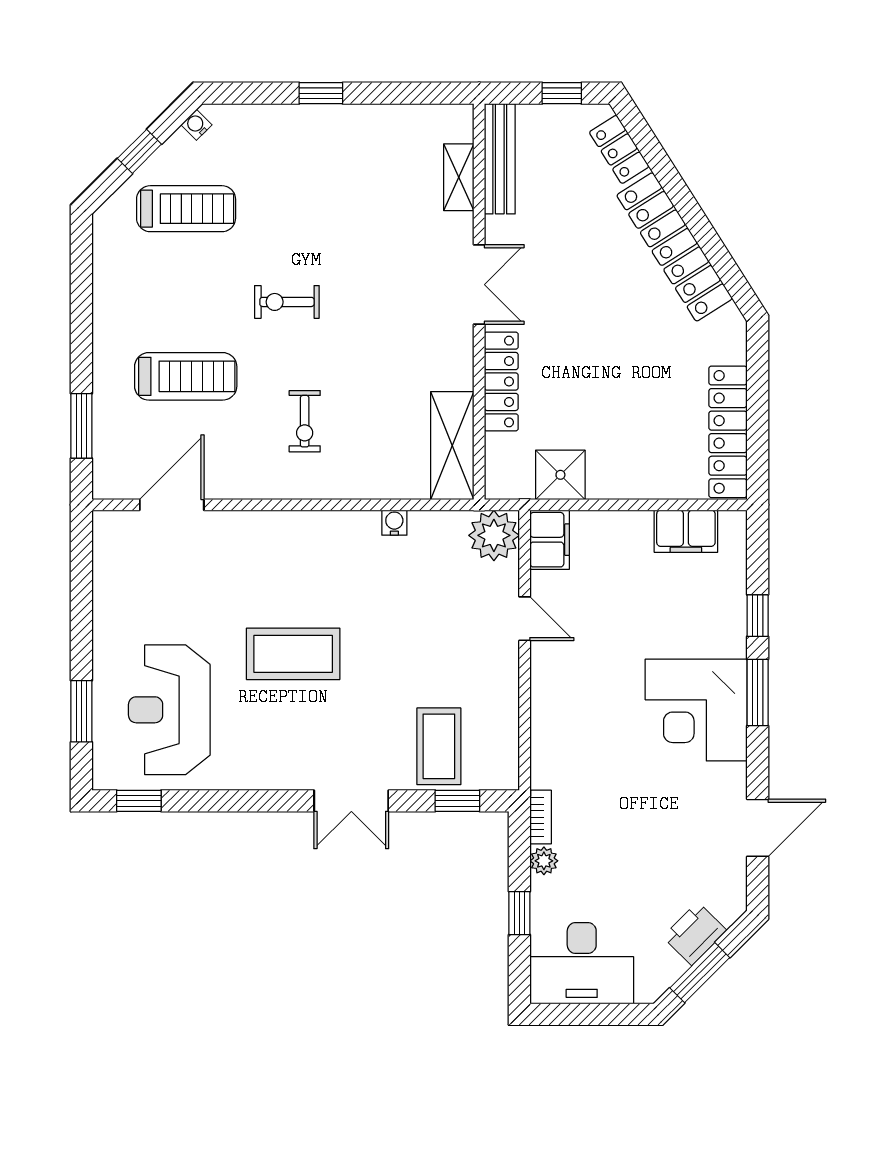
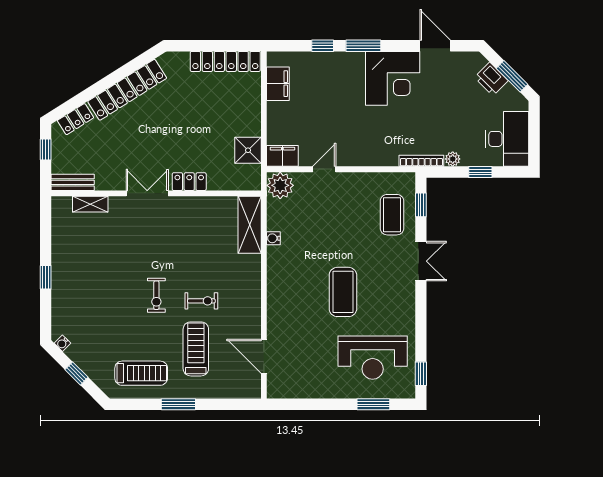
bench: (500, 159) -> (73, 182), width x0.73
treadmill: (186, 209) -> (141, 373), moved, turned 90
locker: (501, 381) -> (189, 182), width x0.66
exercise bike: (305, 421) -> (201, 301), moved
window: (81, 426) -> (178, 404), moved
shelving: (452, 446) -> (250, 225), moved, turned 90
corner desk: (696, 710) -> (393, 78), moved
coffee table: (439, 746) -> (392, 215), turned 90
bookcase: (541, 817) -> (421, 161), width x1.56

